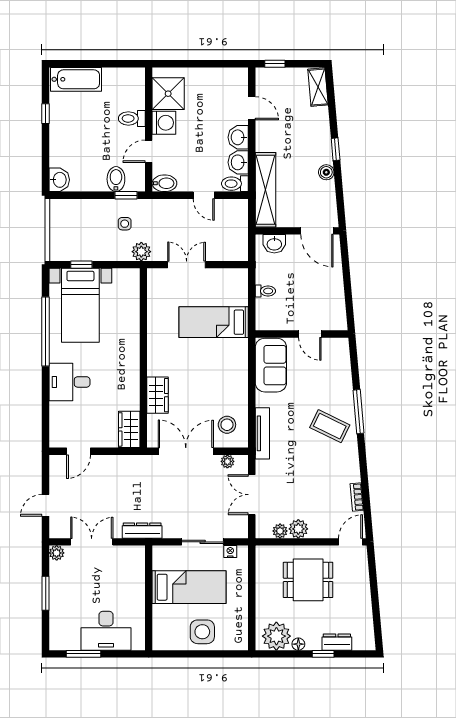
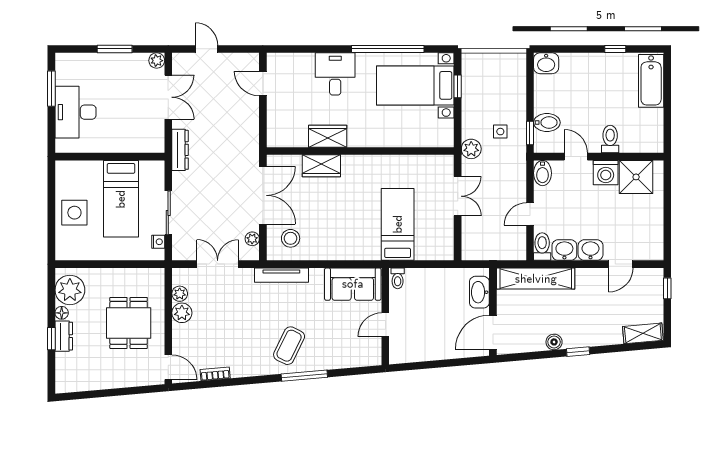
washbasin: (274, 244) -> (479, 292), width x1.38
toilet: (265, 291) -> (398, 278), moved
wardrobe: (129, 429) -> (328, 136), moved
dresser: (337, 642) -> (64, 336), moved

